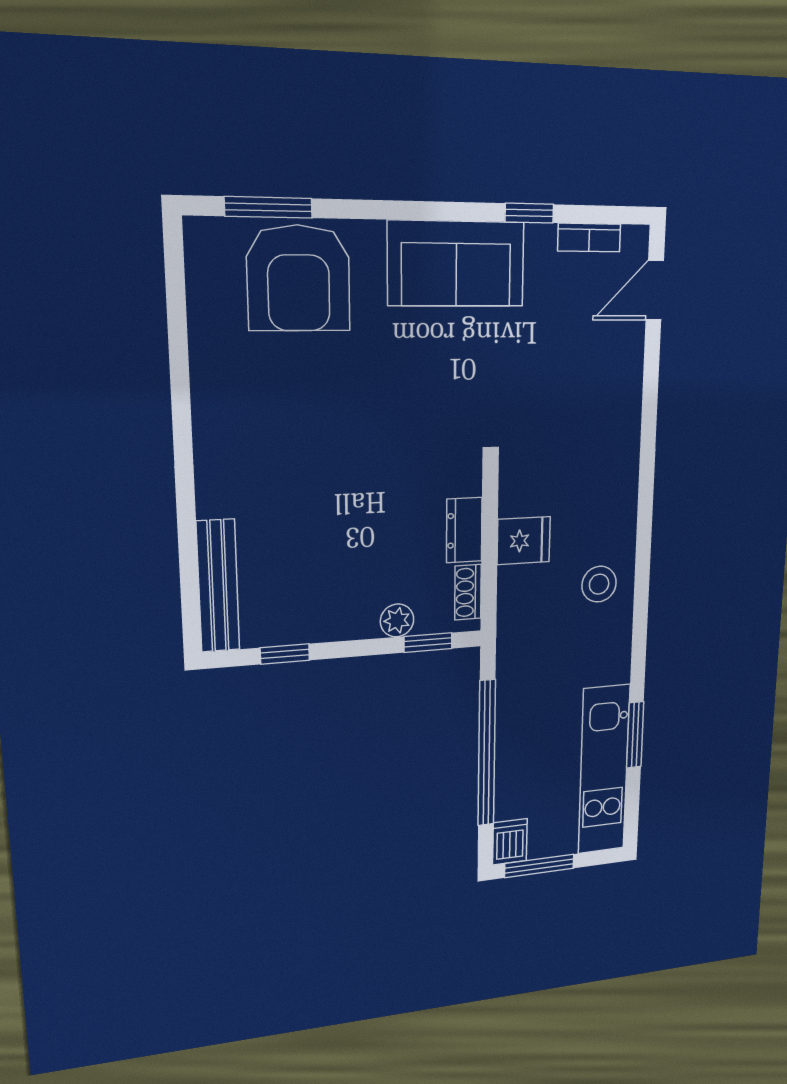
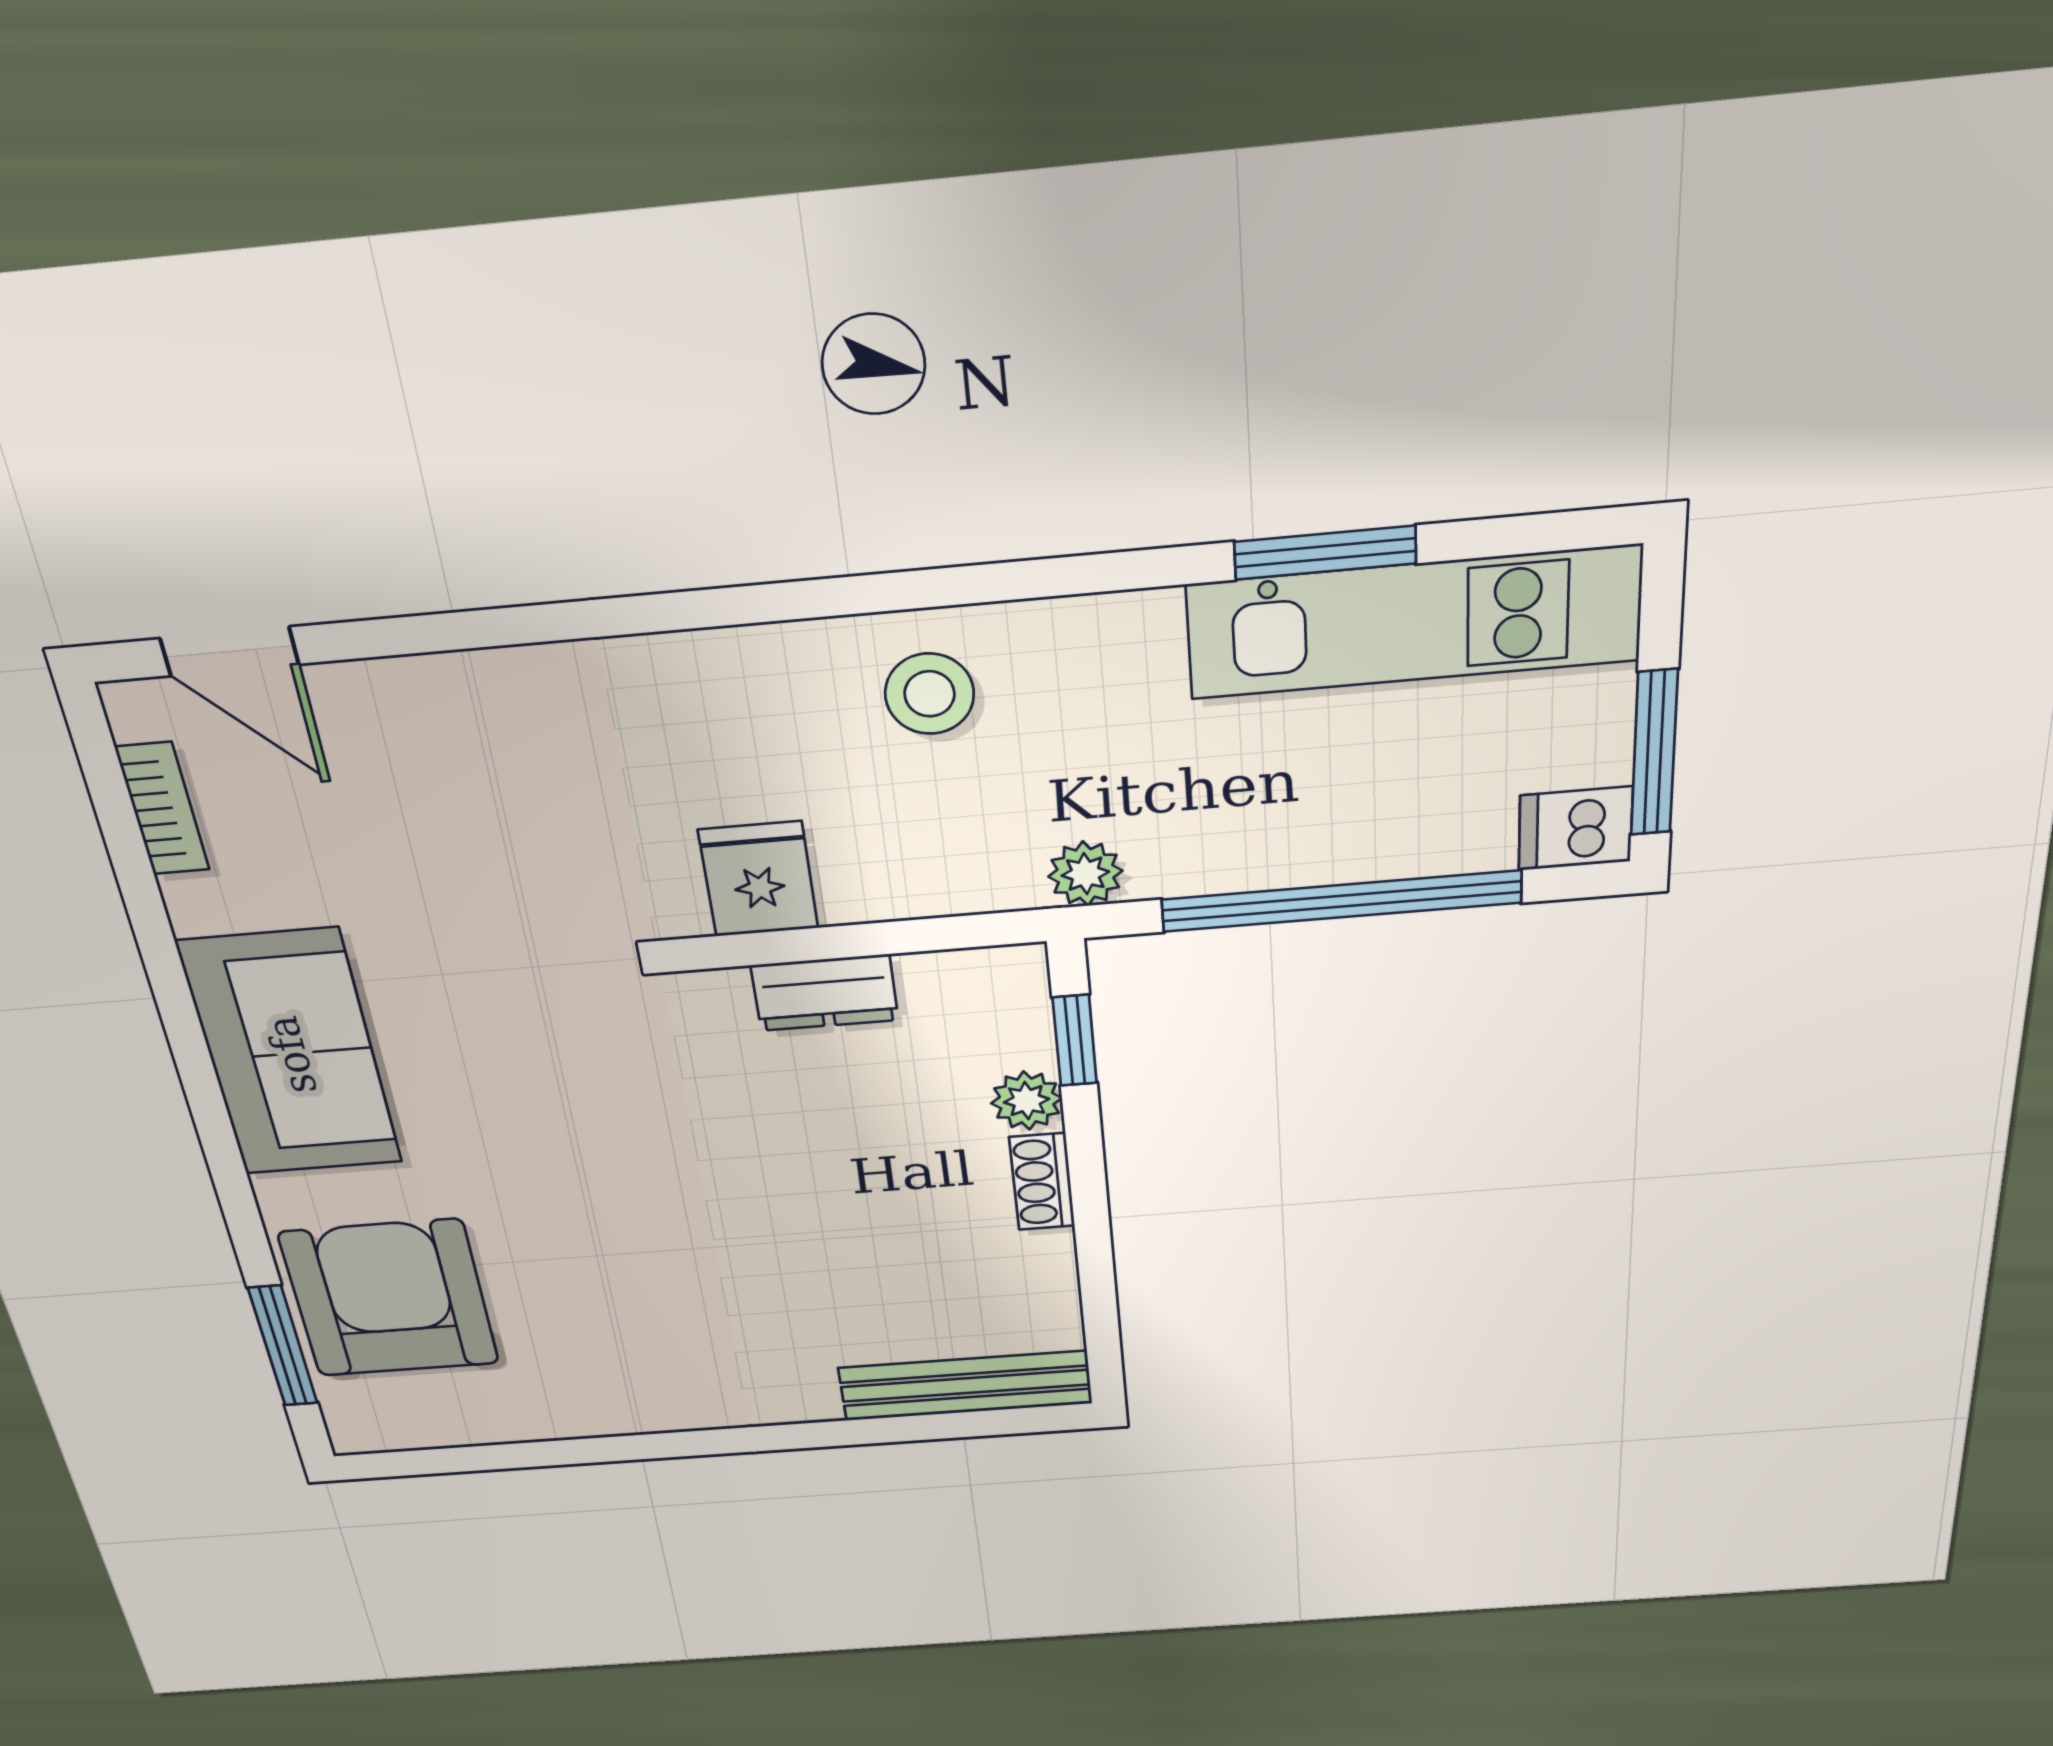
window: (529, 213) -> (153, 931), removed
armchair: (299, 278) -> (390, 1298), turned -90
fridge: (524, 541) -> (758, 879), moved
shoe rack: (468, 592) -> (1042, 1182), moved, turned 90
plant: (511, 647) -> (1085, 874), added
window: (285, 654) -> (1097, 1282), removed

